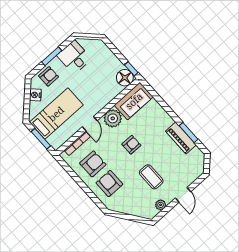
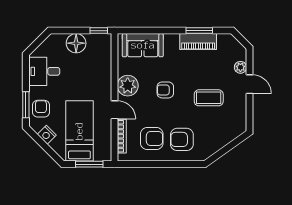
window: (52, 56) -> (26, 105), moved
floor lamp: (125, 78) -> (76, 43), moved
sofa: (134, 101) -> (143, 45), moved, turned 90
armchair: (131, 145) -> (165, 90), turned -90
armchair: (93, 164) -> (152, 139), turned 90
plant: (161, 205) -> (240, 67), moved

